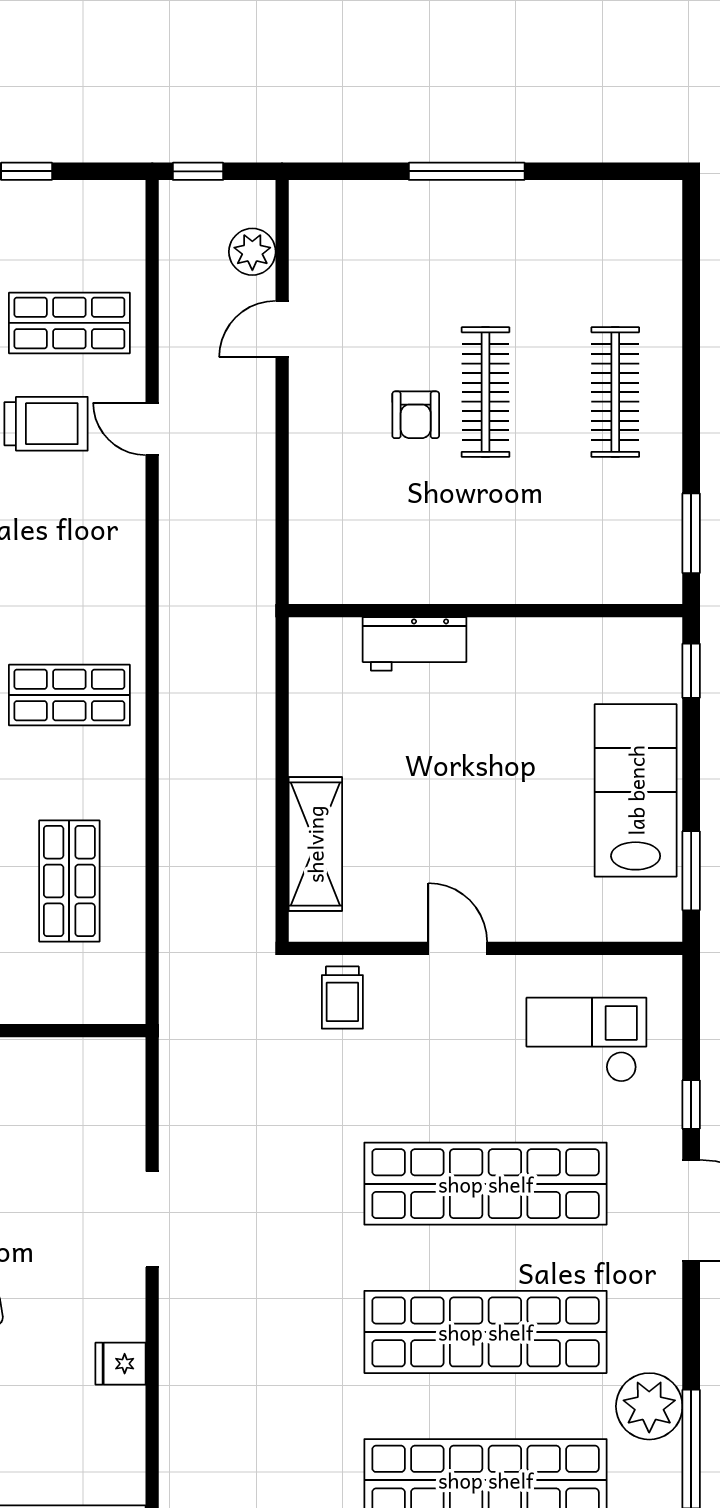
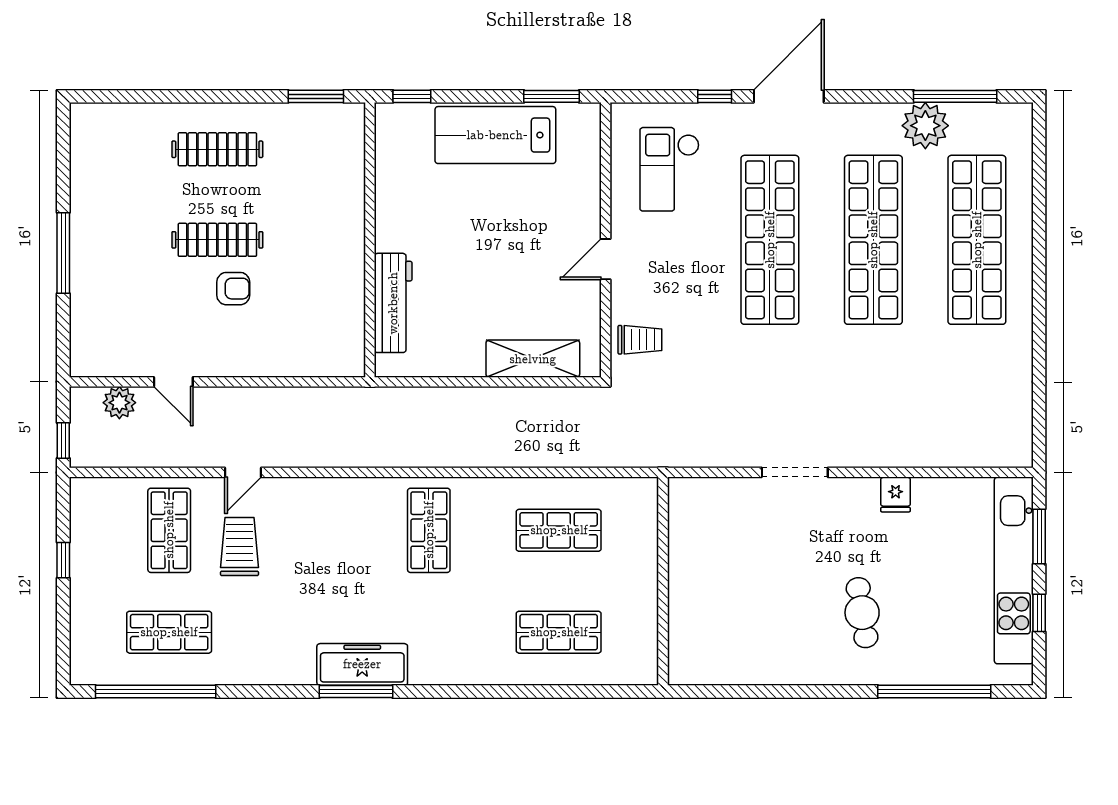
workbench: (414, 644) -> (393, 303), width x1.38

